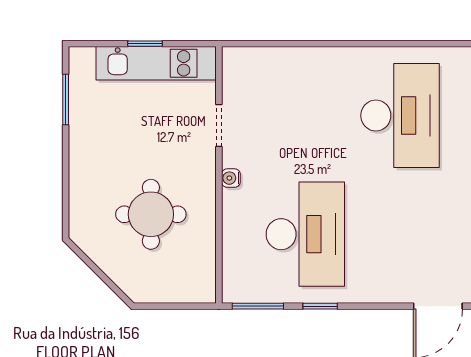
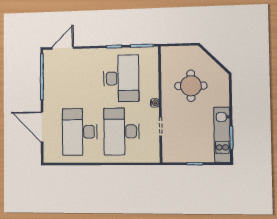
kitchen unit: (156, 63) -> (222, 135), moved, turned -90
desk: (305, 116) -> (122, 131), added
desk: (305, 234) -> (121, 78), turned 180

